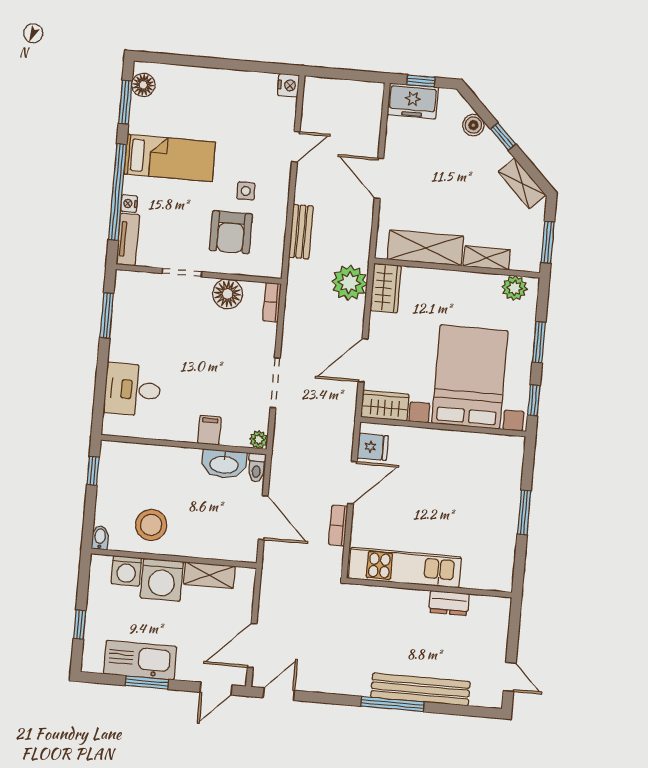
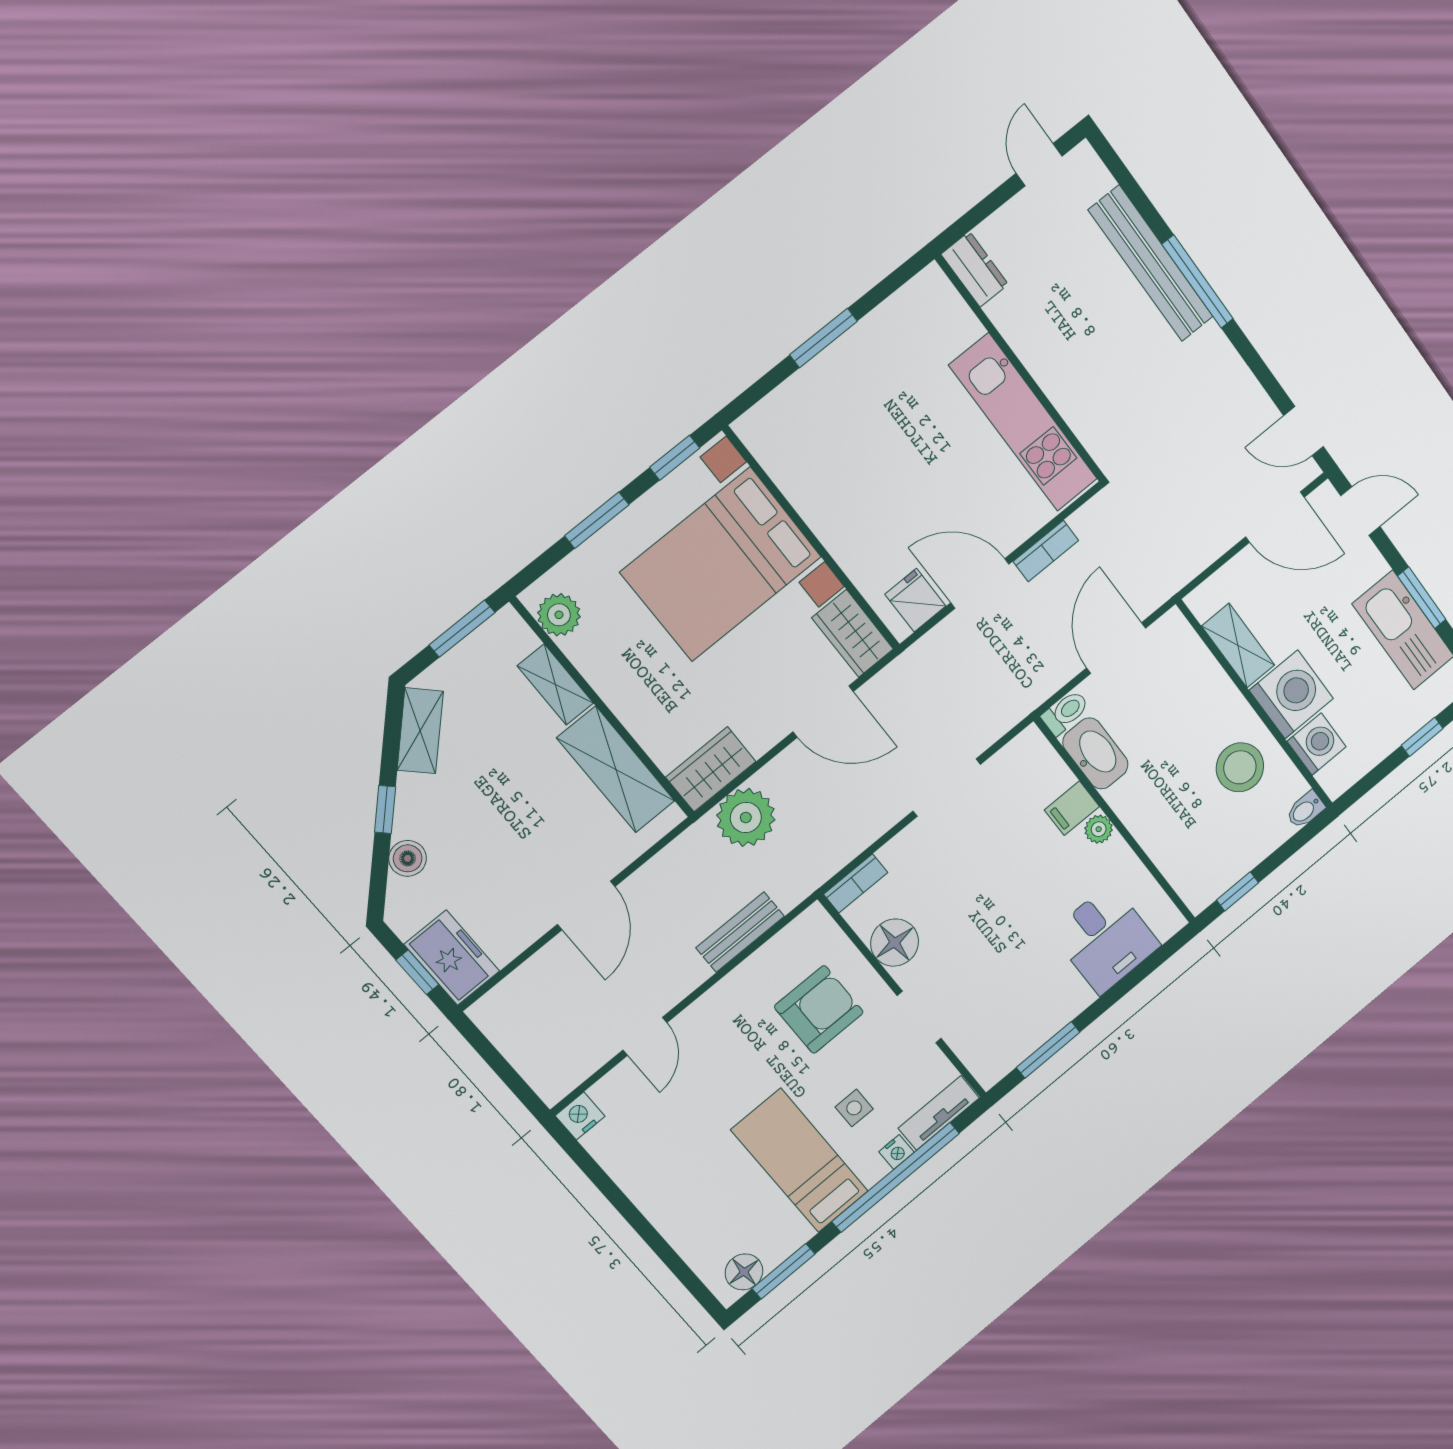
door: (296, 147) -> (645, 1036), swing flipped
side table: (246, 191) -> (854, 1108), moved
plant: (259, 440) -> (1099, 829), moved
dresser: (449, 603) -> (975, 269), moved

